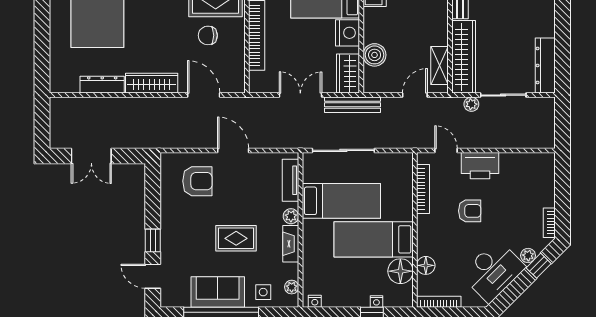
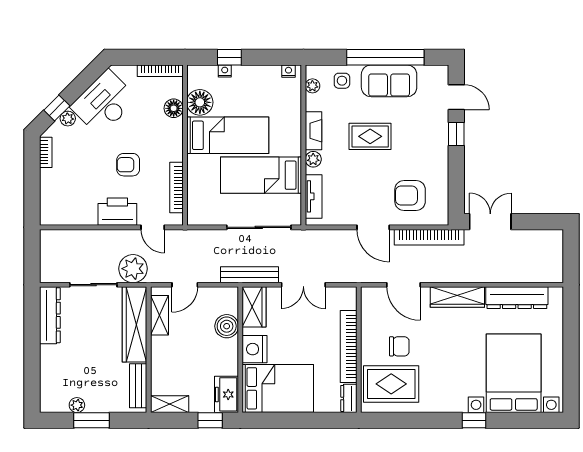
dresser: (102, 85) -> (517, 298), width x1.37, depth x1.24
plant: (471, 104) -> (133, 269), width x1.88, depth x1.88
bookcase: (179, 141) -> (429, 237), added
double door: (91, 156) -> (490, 222), moved

